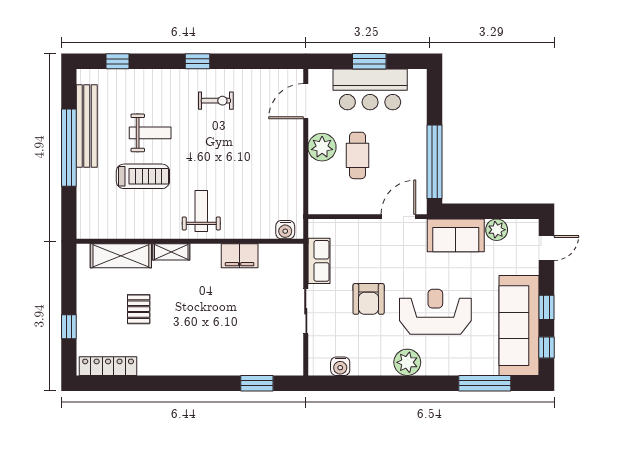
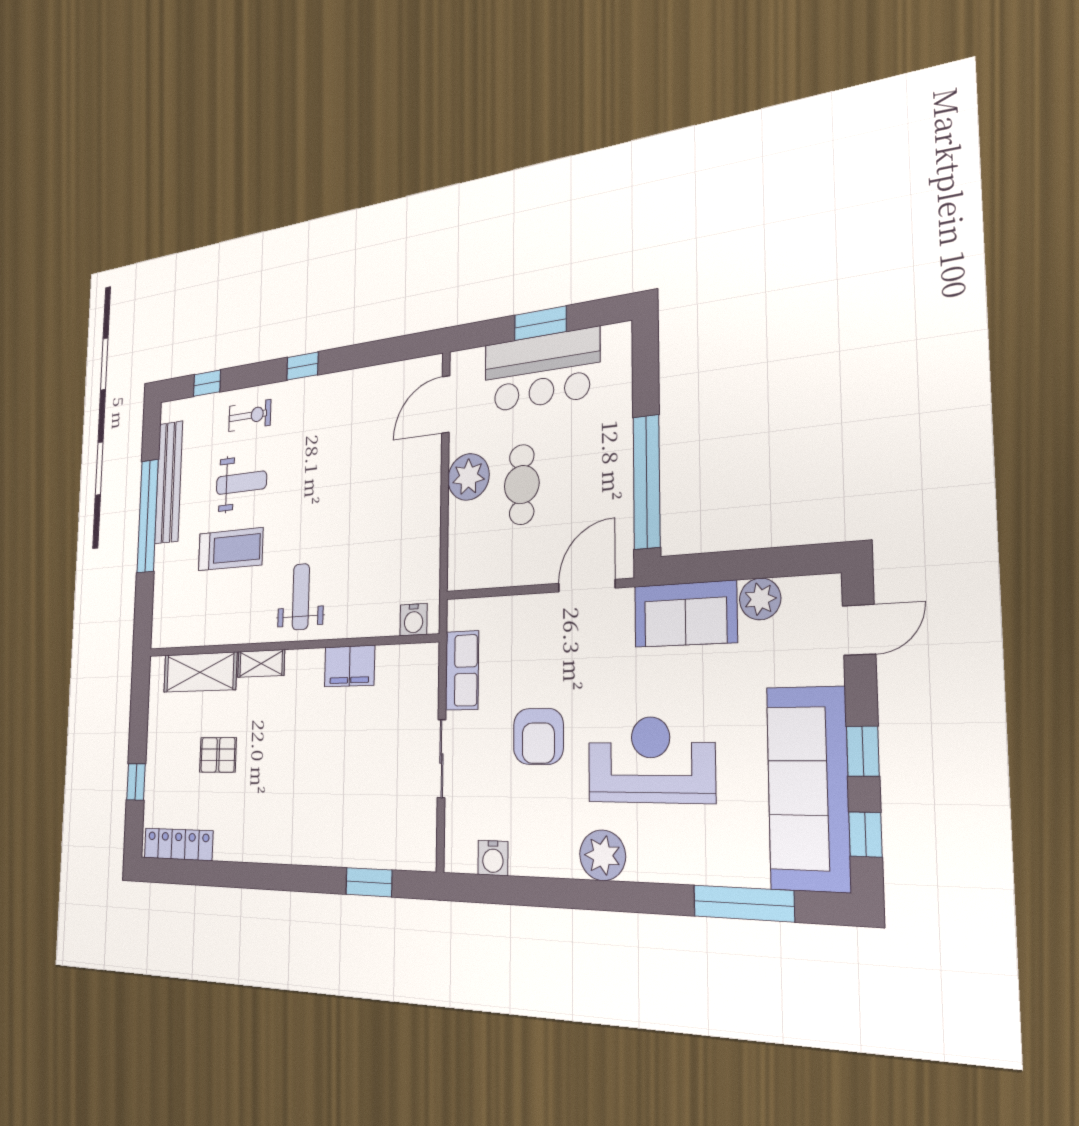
exercise bike: (216, 101) -> (250, 416), moved
pallet: (139, 309) -> (218, 755), turned 90

